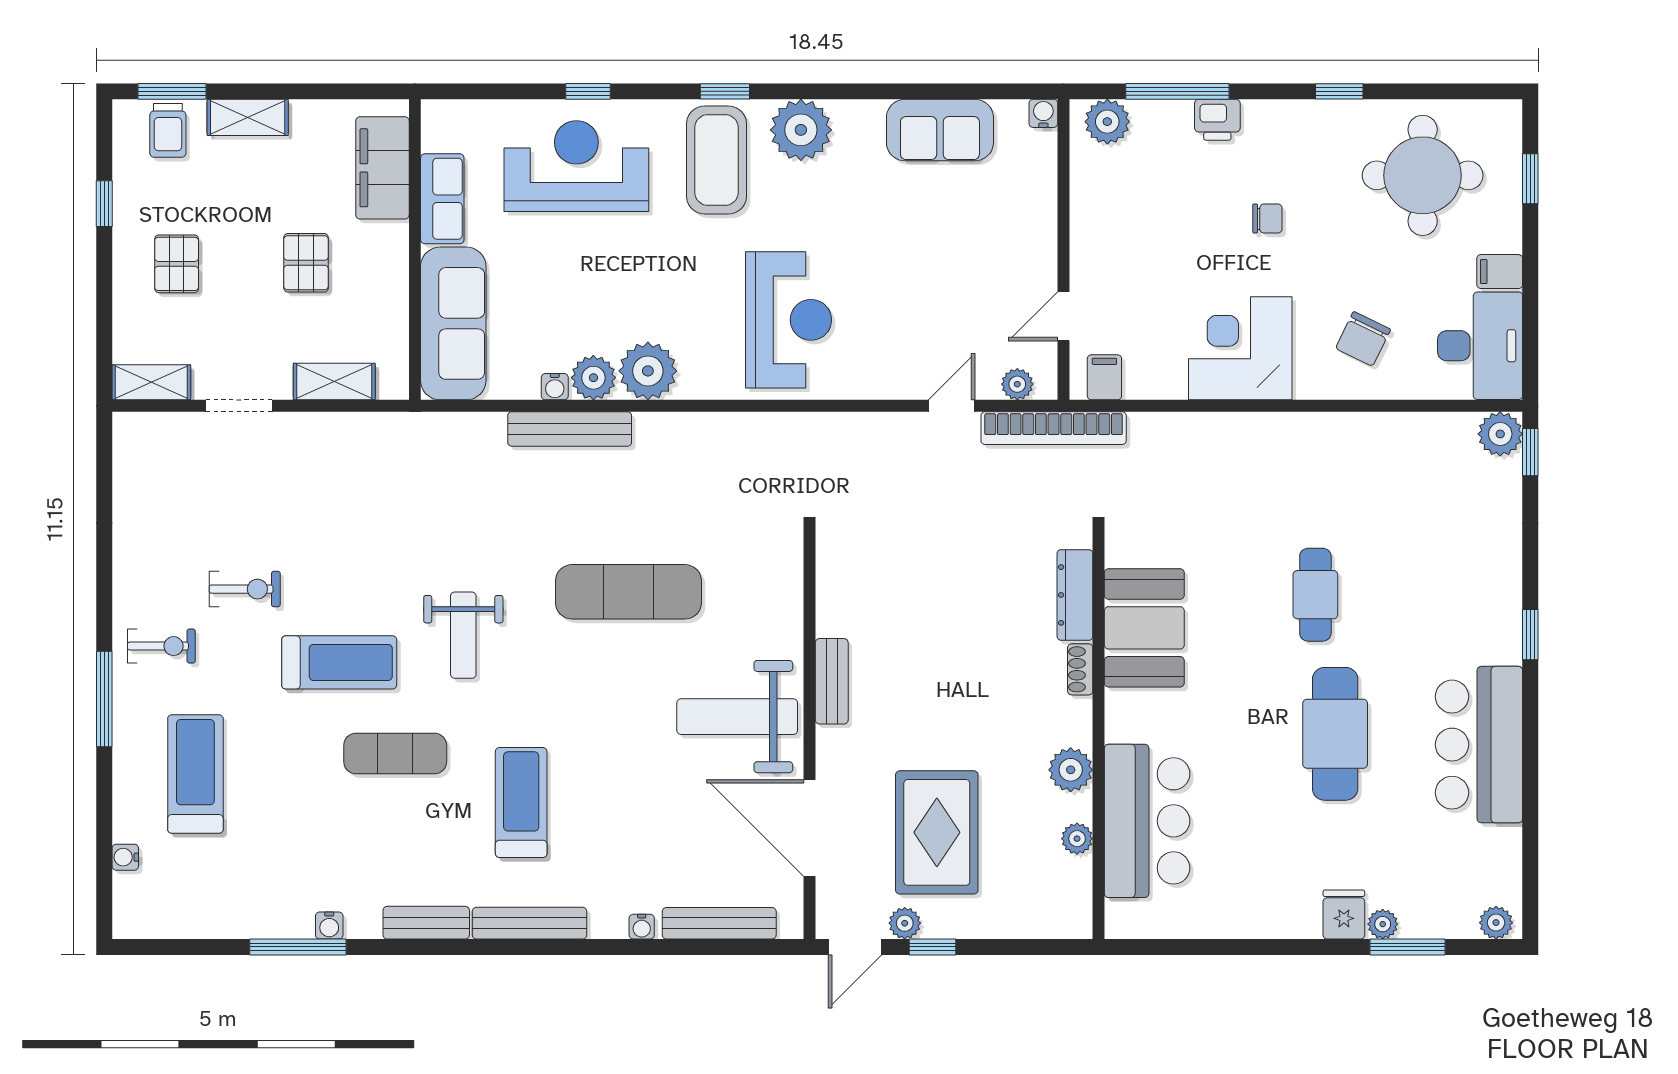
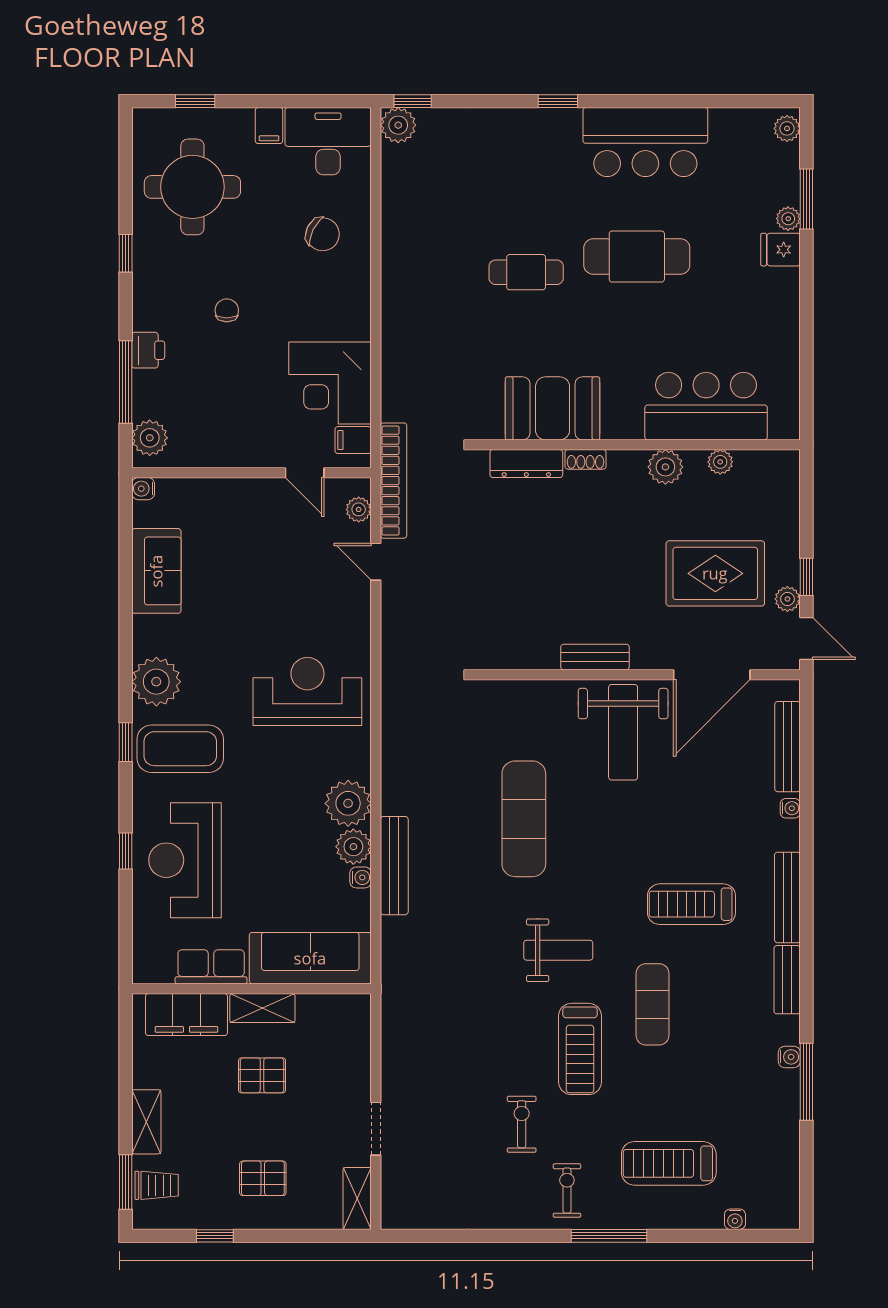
corner desk: (1240, 348) -> (330, 383), moved
shelving: (334, 382) -> (262, 1008), moved, turned 90
treadmill: (339, 662) -> (580, 1049), turned 180

